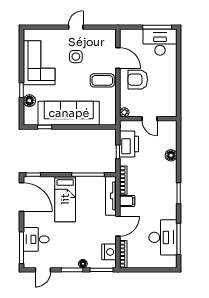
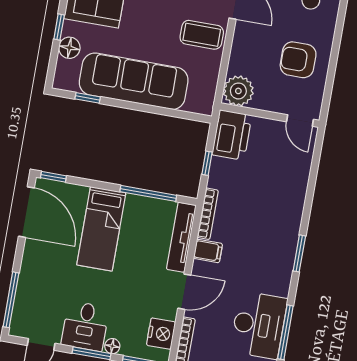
armchair: (138, 80) -> (298, 60), moved
plant: (124, 112) -> (238, 91), width x1.87, depth x1.87
door: (149, 119) -> (300, 120), moved
printer: (129, 144) -> (232, 135), moved
floor lamp: (171, 155) -> (298, 185), removed
desk: (36, 239) -> (85, 326), moved, turned -90

